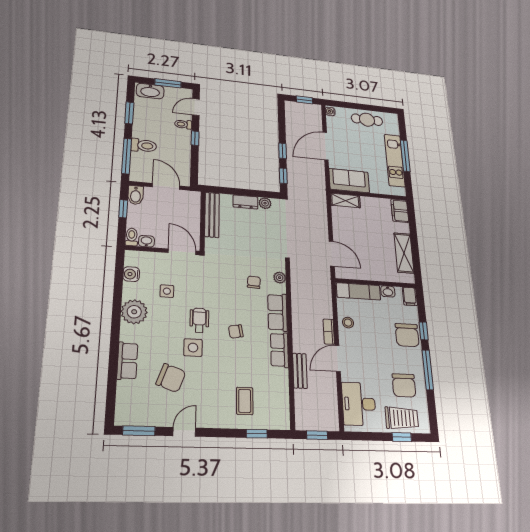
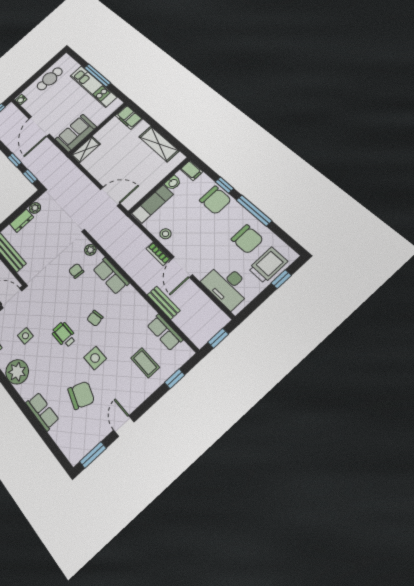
side table: (193, 348) -> (95, 358), moved
row of seats: (279, 350) -> (165, 332), moved

